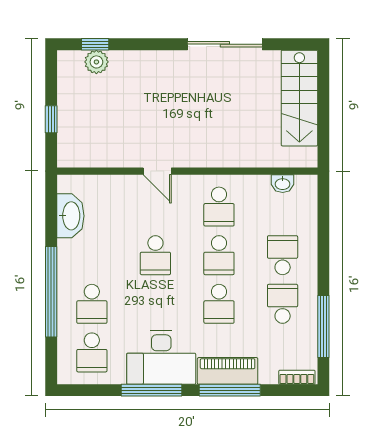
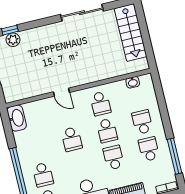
washbasin: (70, 216) -> (17, 118), moved
school desk: (219, 304) -> (114, 158), turned 180

